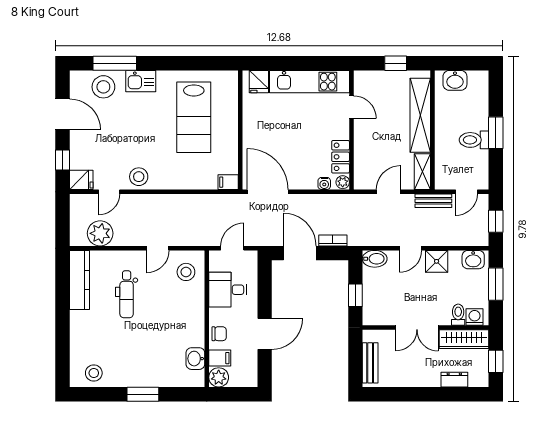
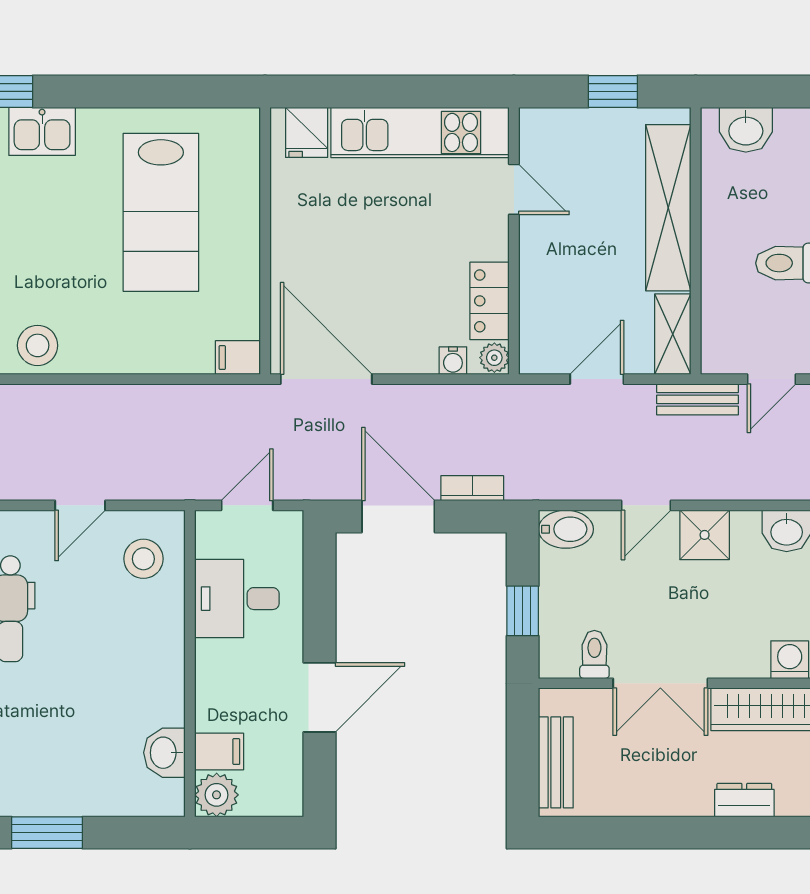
toilet: (458, 315) -> (594, 654), moved
chair: (219, 334) -> (218, 697), removed

